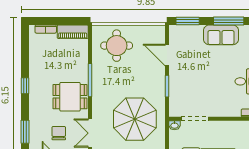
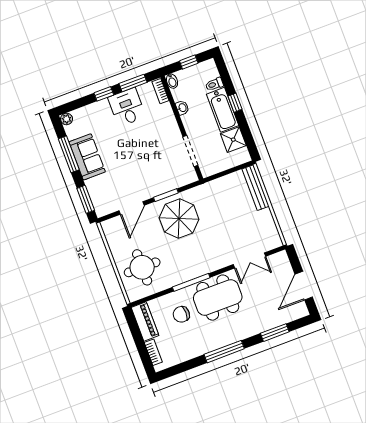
window: (25, 86) -> (224, 352), width x2.17
dining table: (70, 97) -> (218, 298), width x1.38
parasol: (135, 119) -> (179, 219), moved, width x0.73, depth x0.73
washbasin: (174, 125) -> (182, 108), moved
chair: (59, 133) -> (181, 314), moved

